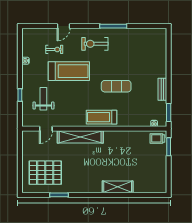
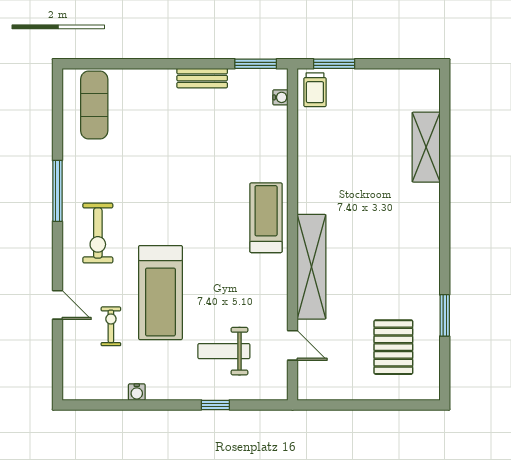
treadmill: (69, 71) -> (160, 293), turned 180
exercise mat: (116, 86) -> (94, 105), moved
treadmill: (102, 117) -> (266, 218), turned 180
pallet: (45, 173) -> (393, 347), width x0.73, depth x0.71
shelving: (118, 187) -> (426, 147), moved

